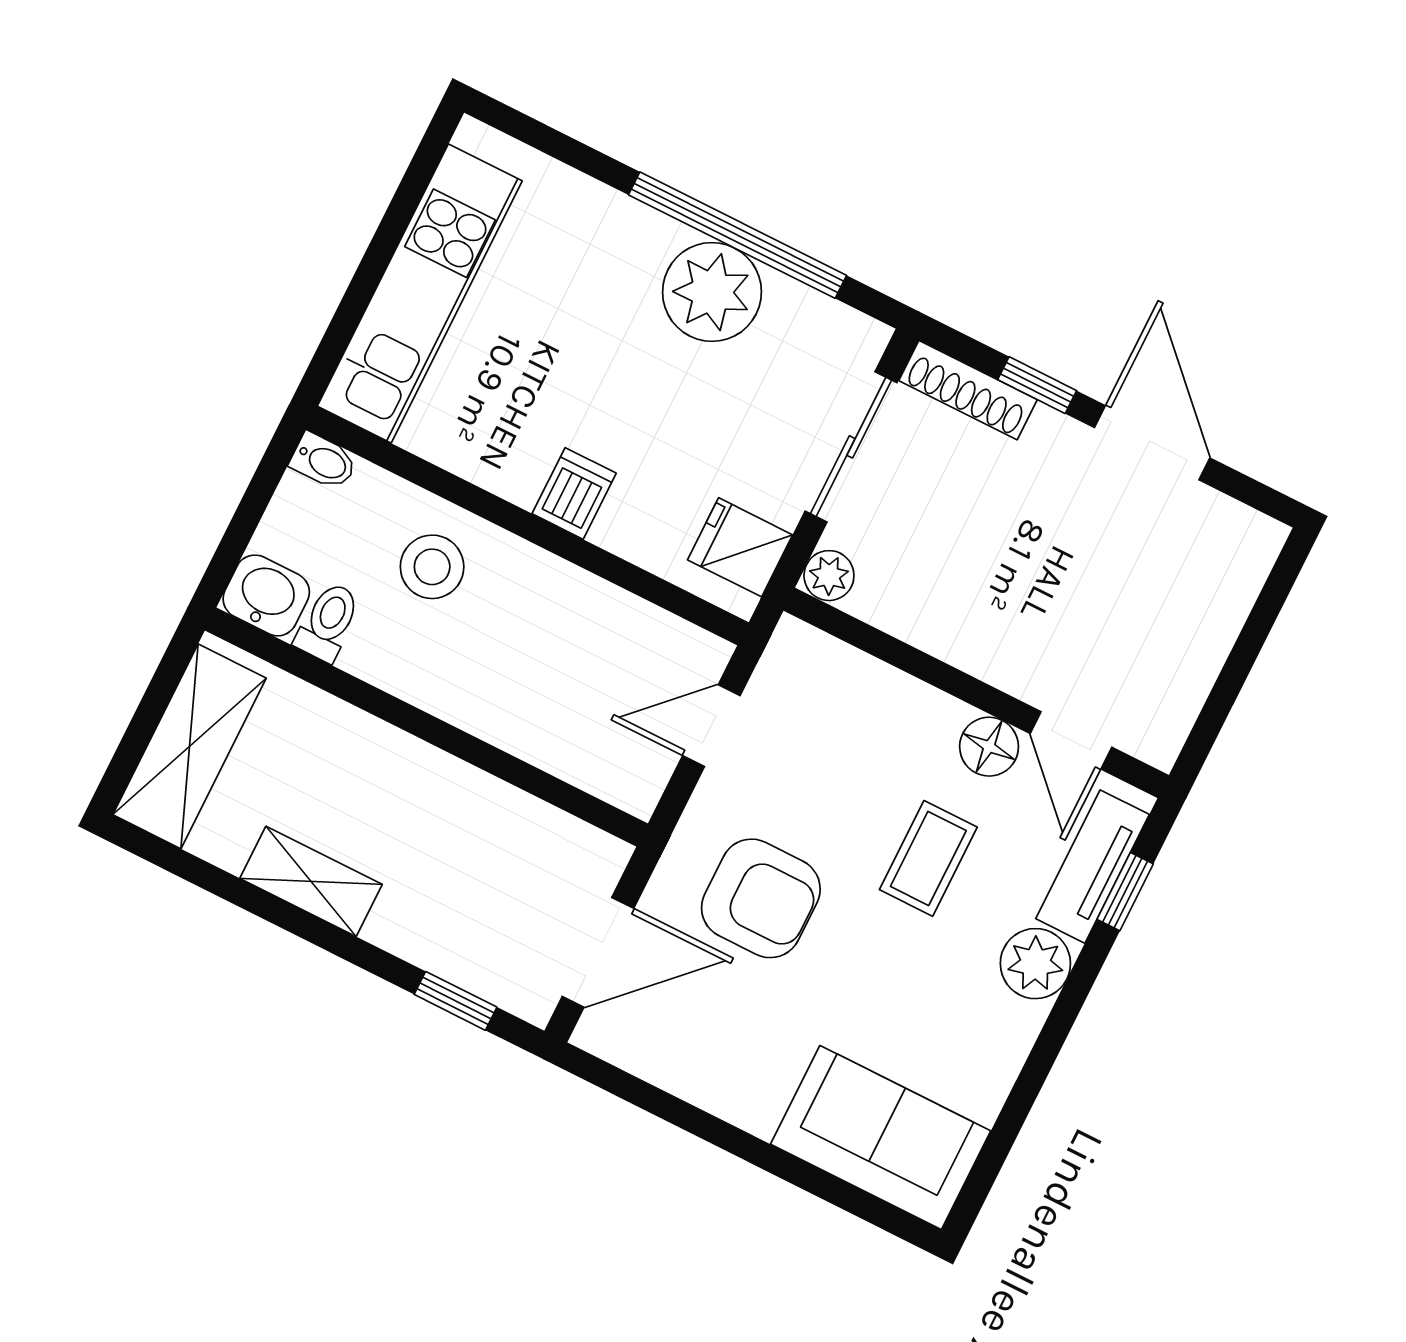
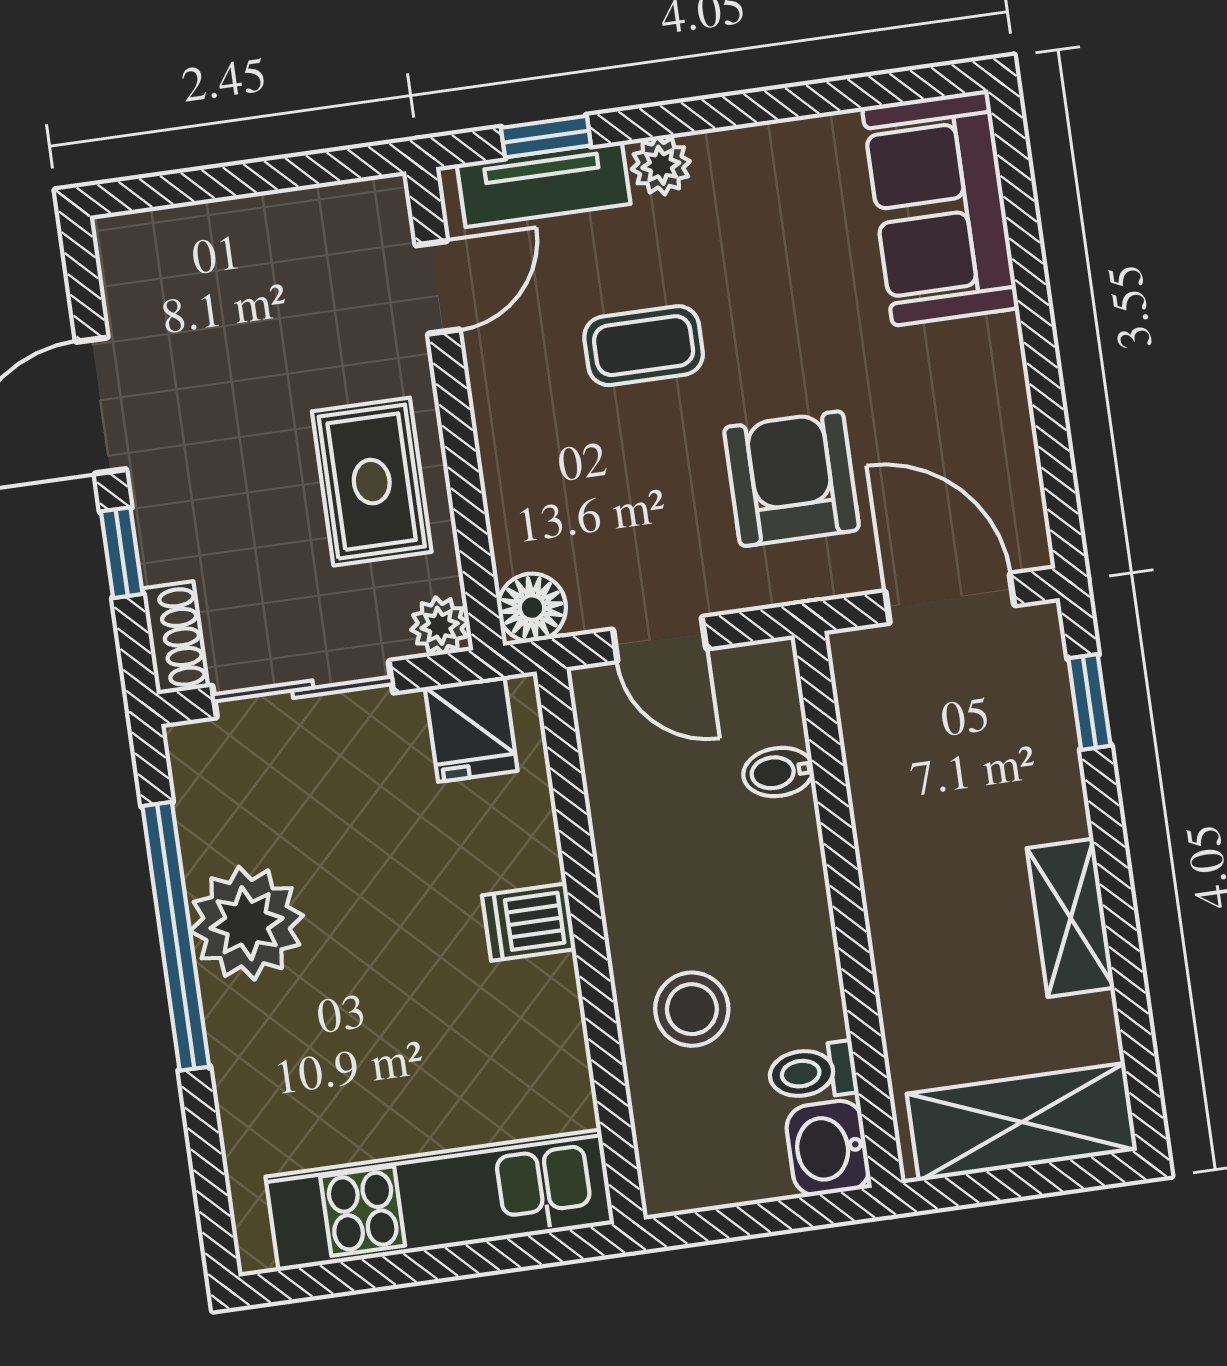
shoe rack: (968, 390) -> (175, 638), width x0.70
bidet: (324, 461) -> (778, 772), moved, turned -90
rug: (965, 598) -> (372, 482), added
floor lamp: (989, 747) -> (532, 608), moved
plant: (1035, 964) -> (661, 165), width x0.73, depth x0.73

